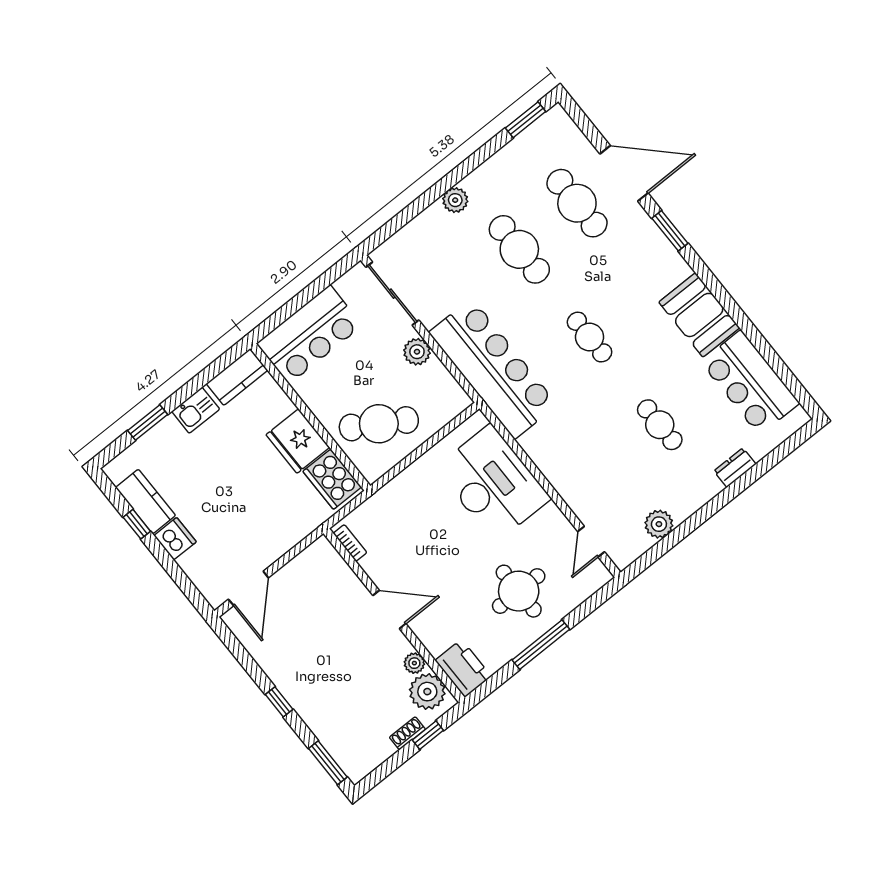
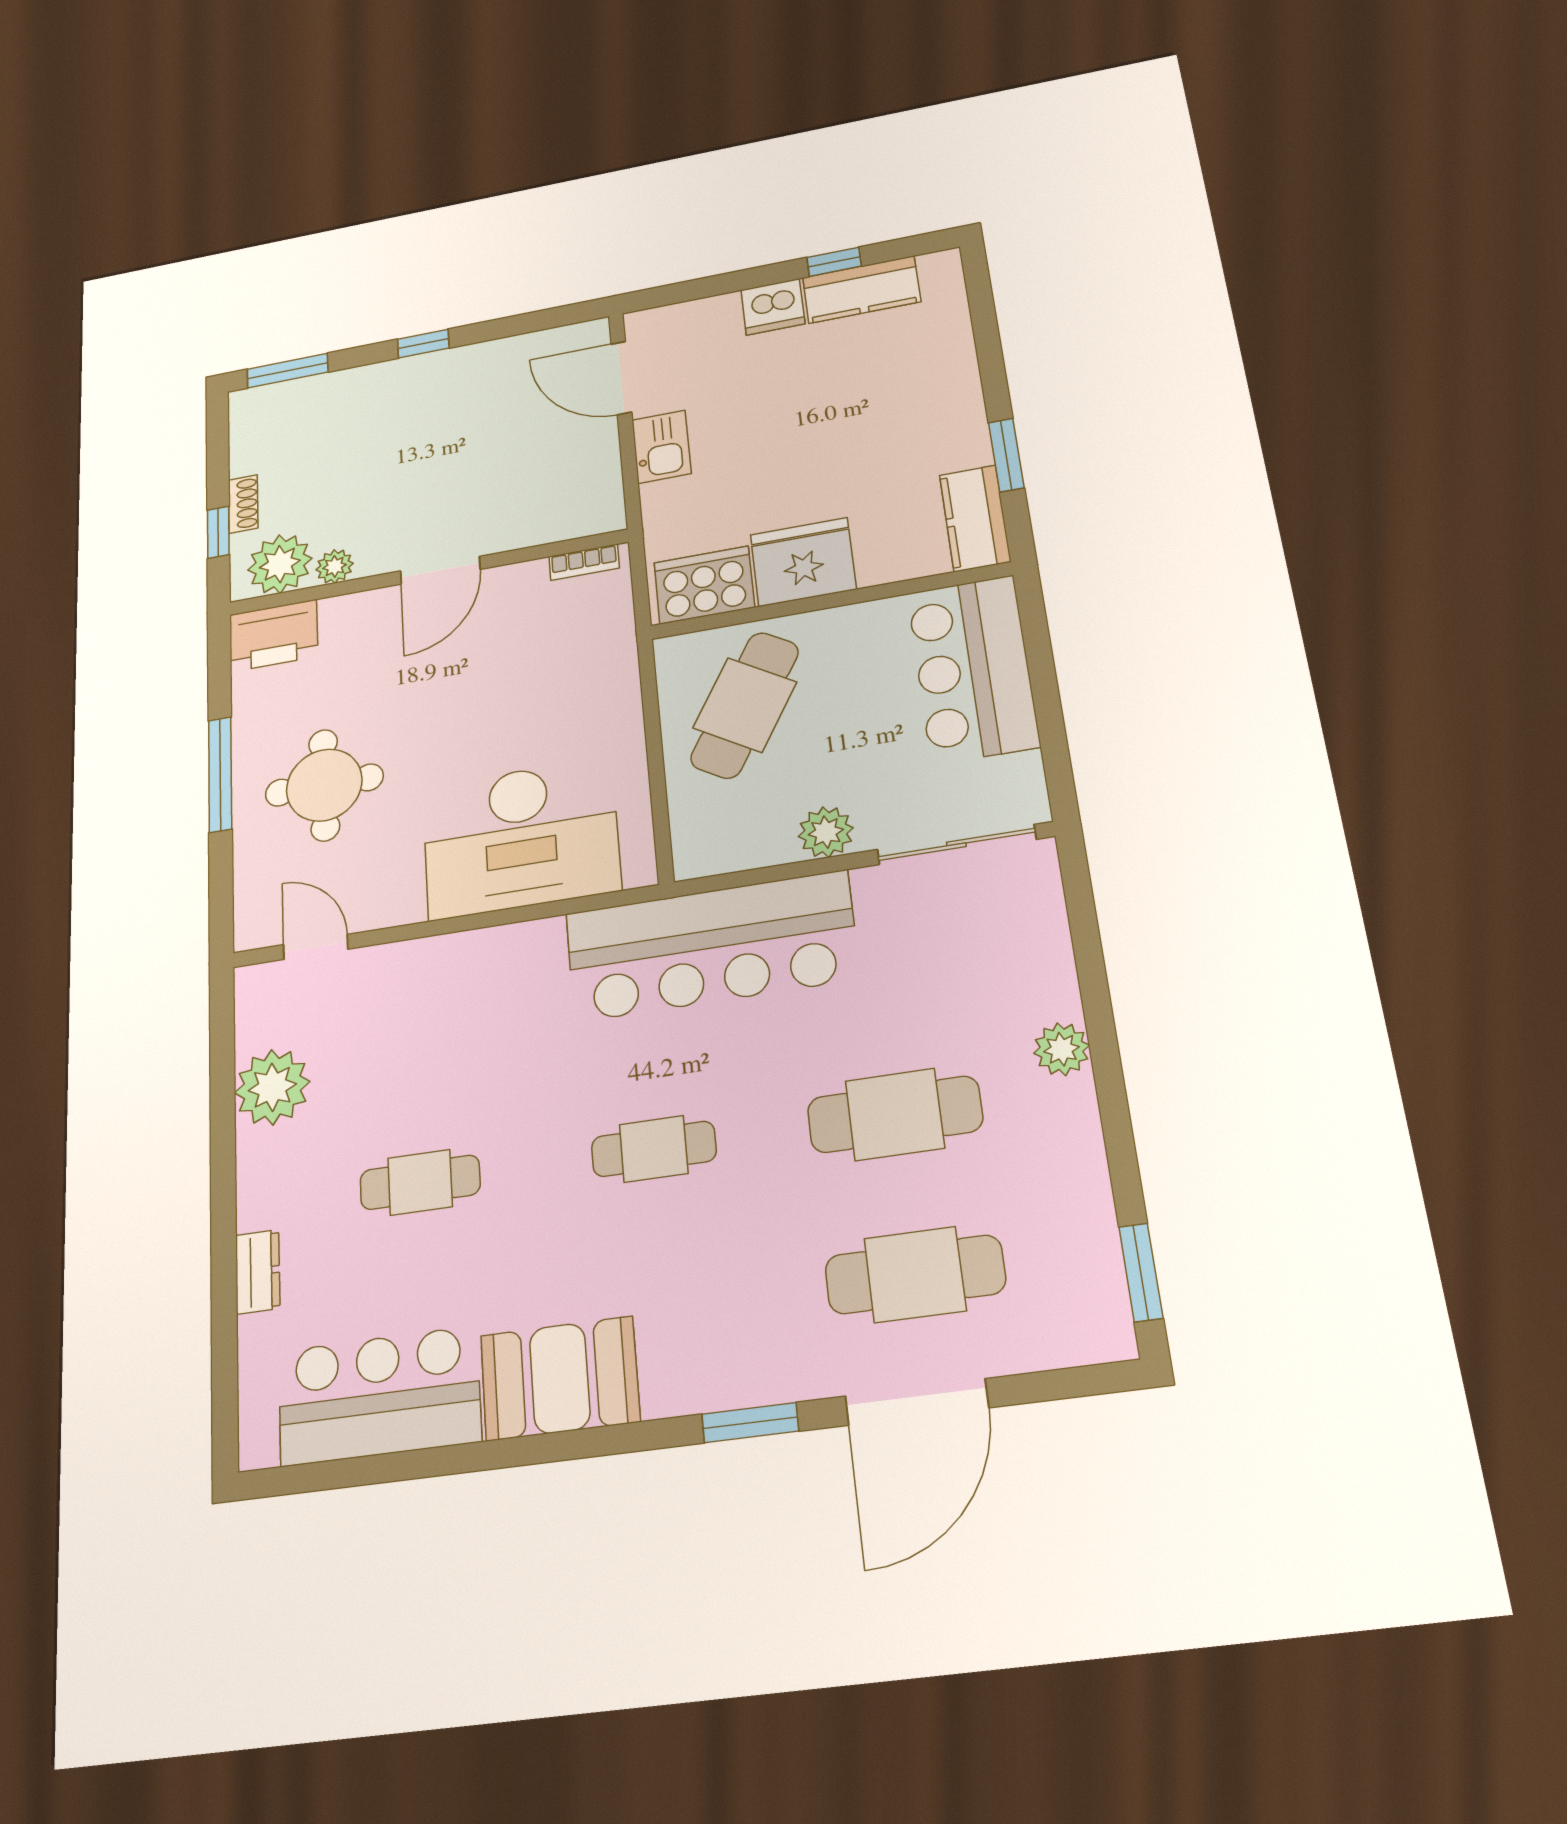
kitchen sink: (196, 410) -> (661, 447), moved, turned 180
window: (148, 423) -> (1006, 455), moved
plant: (659, 524) -> (272, 1087), width x1.36, depth x1.36

